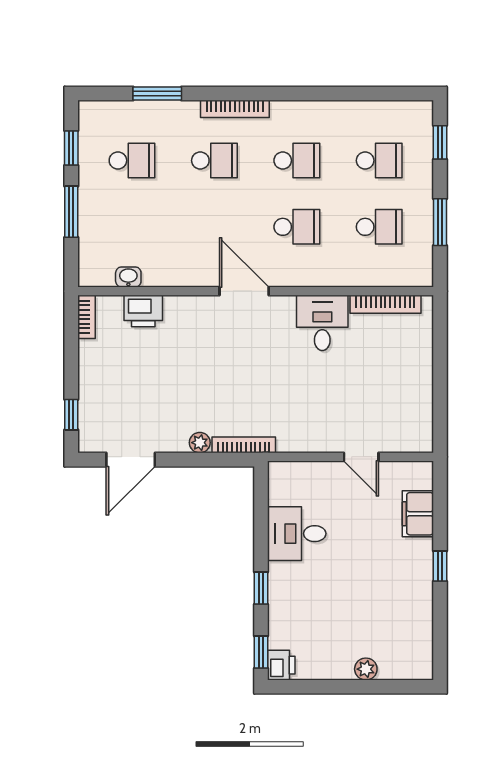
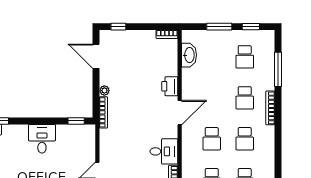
window: (157, 93) -> (278, 69), width x1.44
washbasin: (128, 277) -> (189, 55), width x1.91, depth x1.45
printer: (143, 311) -> (170, 86), moved
desk: (297, 534) -> (42, 139), moved
window: (261, 588) -> (76, 121), moved

